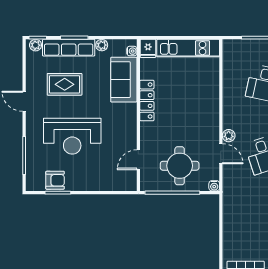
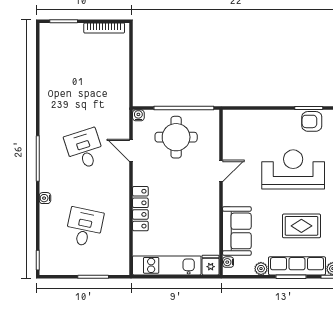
locker: (147, 101) -> (140, 209), moved, turned 180
plant: (229, 136) -> (123, 170), removed
door: (138, 160) -> (221, 171), moved

